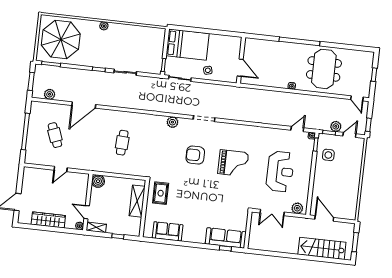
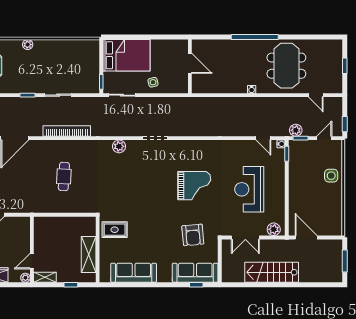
door: (240, 68) -> (190, 63), moved
door: (357, 98) -> (316, 95), moved
bookcase: (129, 104) -> (67, 131), added
plant: (336, 126) -> (296, 130), moved
door: (297, 129) -> (263, 138), swing flipped
armchair: (195, 155) -> (193, 235), moved, turned -95
side table: (328, 155) -> (331, 176), moved
reception desk: (280, 172) -> (249, 189), turned 180
boiler: (98, 181) -> (41, 224), removed
rug: (161, 193) -> (115, 230), turned 90
shelving: (137, 201) -> (89, 254), moved
door: (87, 212) -> (32, 261), hinge flipped
sofa: (168, 231) -> (134, 273), width x1.36
stairs: (322, 248) -> (272, 272), moved

